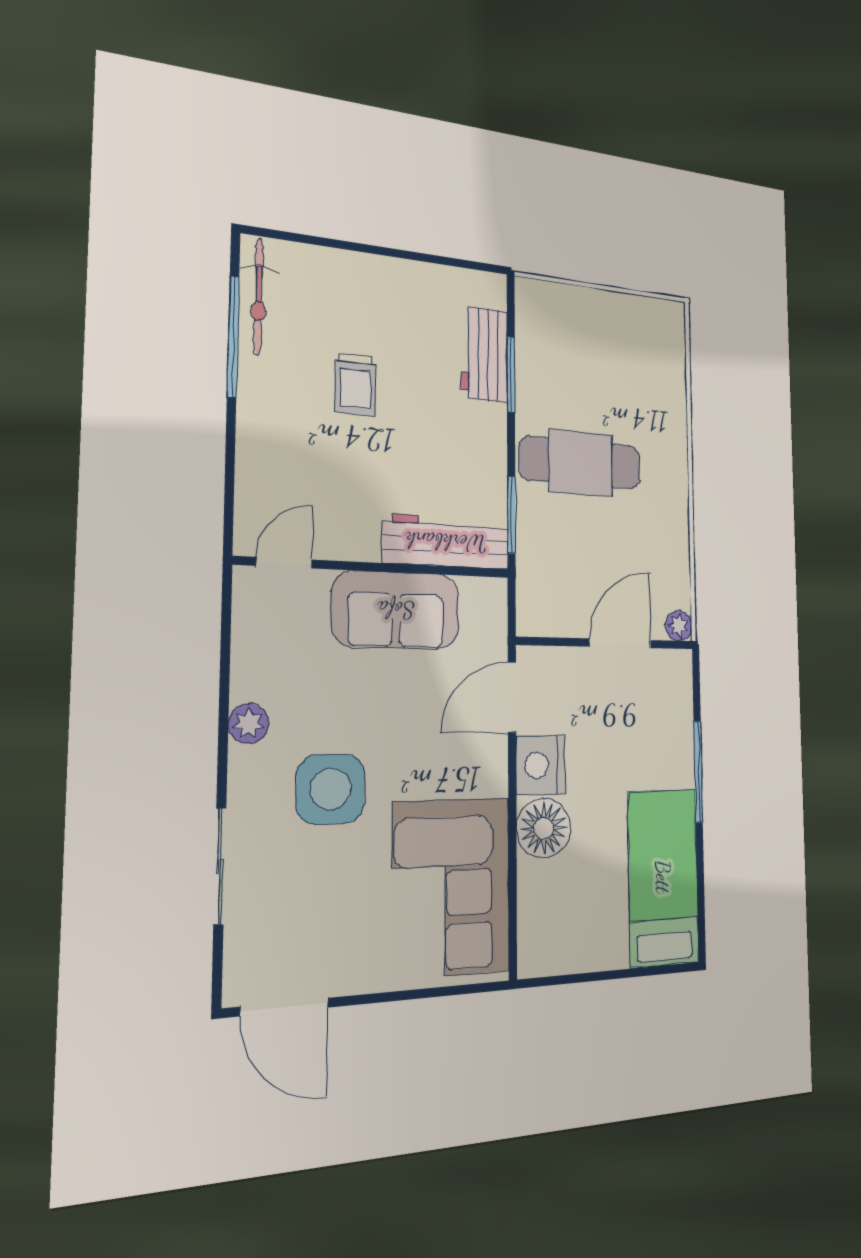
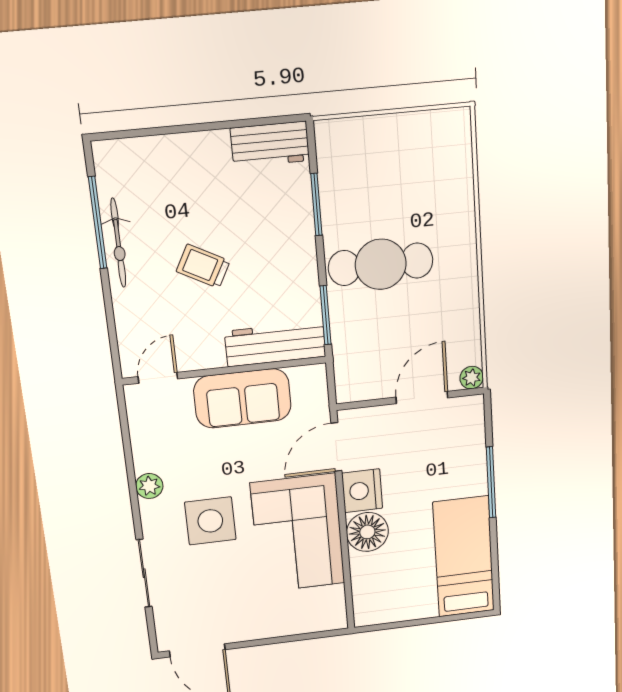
bicycle: (259, 297) -> (118, 243), moved
workbench: (484, 354) -> (270, 144), moved, turned -90
trolley: (355, 384) -> (203, 266), moved, turned 118
corner sofa: (451, 887) -> (298, 533), moved

